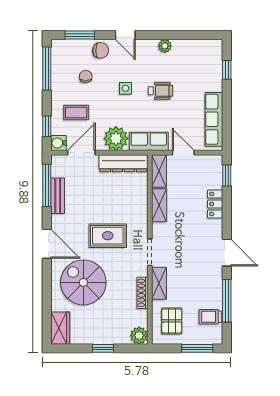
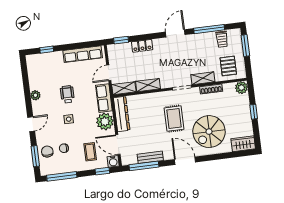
chair: (101, 50) -> (47, 152), moved
door: (47, 244) -> (185, 161), hinge flipped
pallet: (172, 321) -> (228, 66), turned 90

